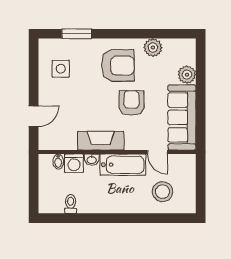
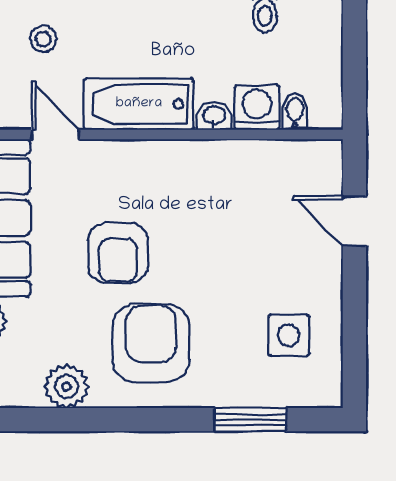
armchair: (118, 65) -> (151, 343), turned 90
door: (34, 116) -> (354, 221), hinge flipped
fireplace: (101, 141) -> (192, 162), removed
stool: (163, 192) -> (43, 39), width x0.53, depth x0.53

